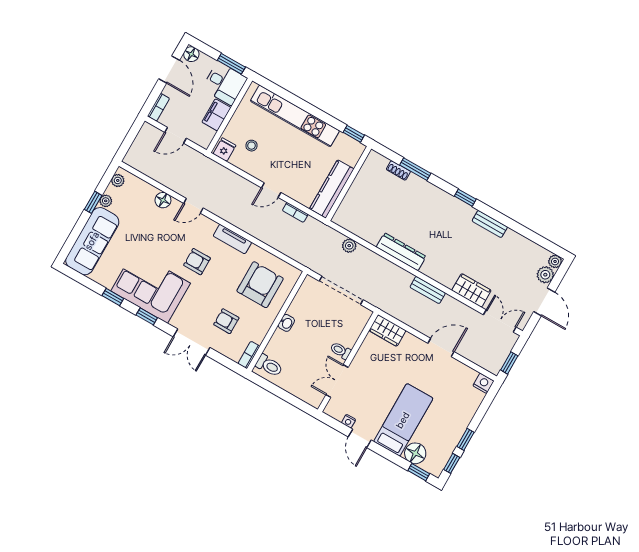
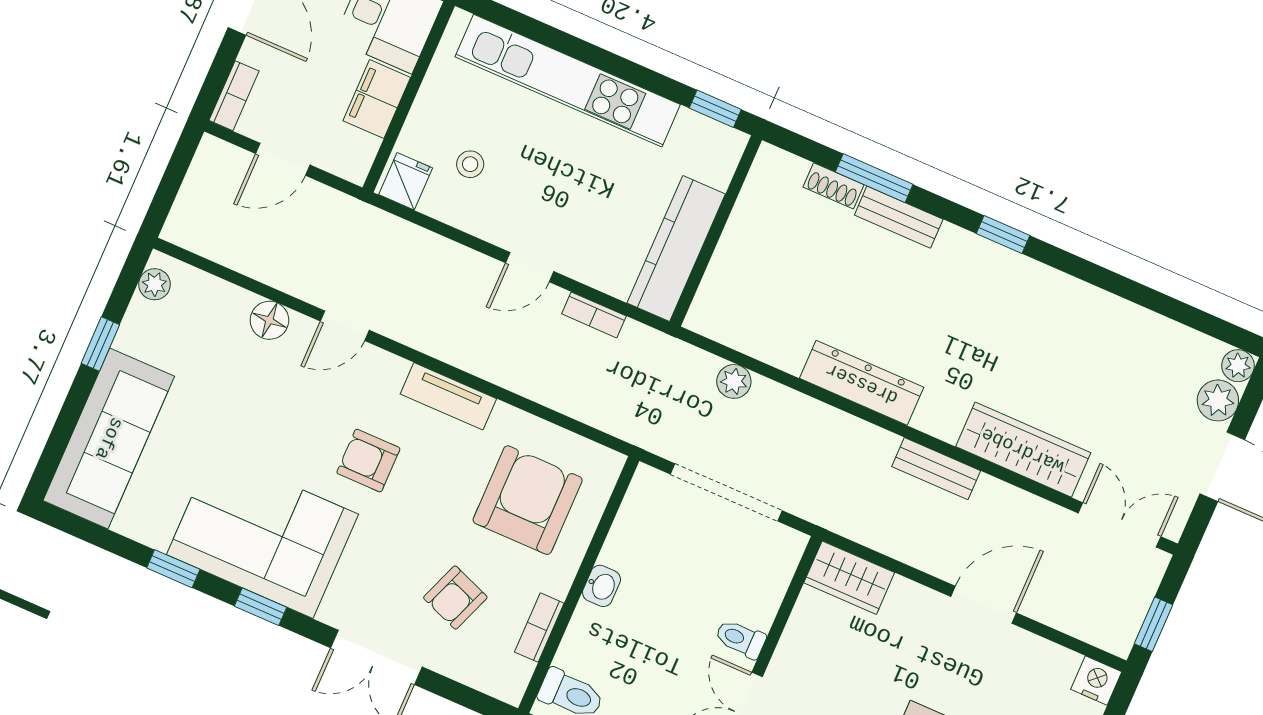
plant: (106, 201) -> (131, 337), removed
bench: (490, 224) -> (899, 217), moved
wardrobe: (471, 290) -> (1023, 450), width x1.50
armchair: (226, 321) -> (455, 598), turned -69
bookcase: (249, 355) -> (539, 628), moved

